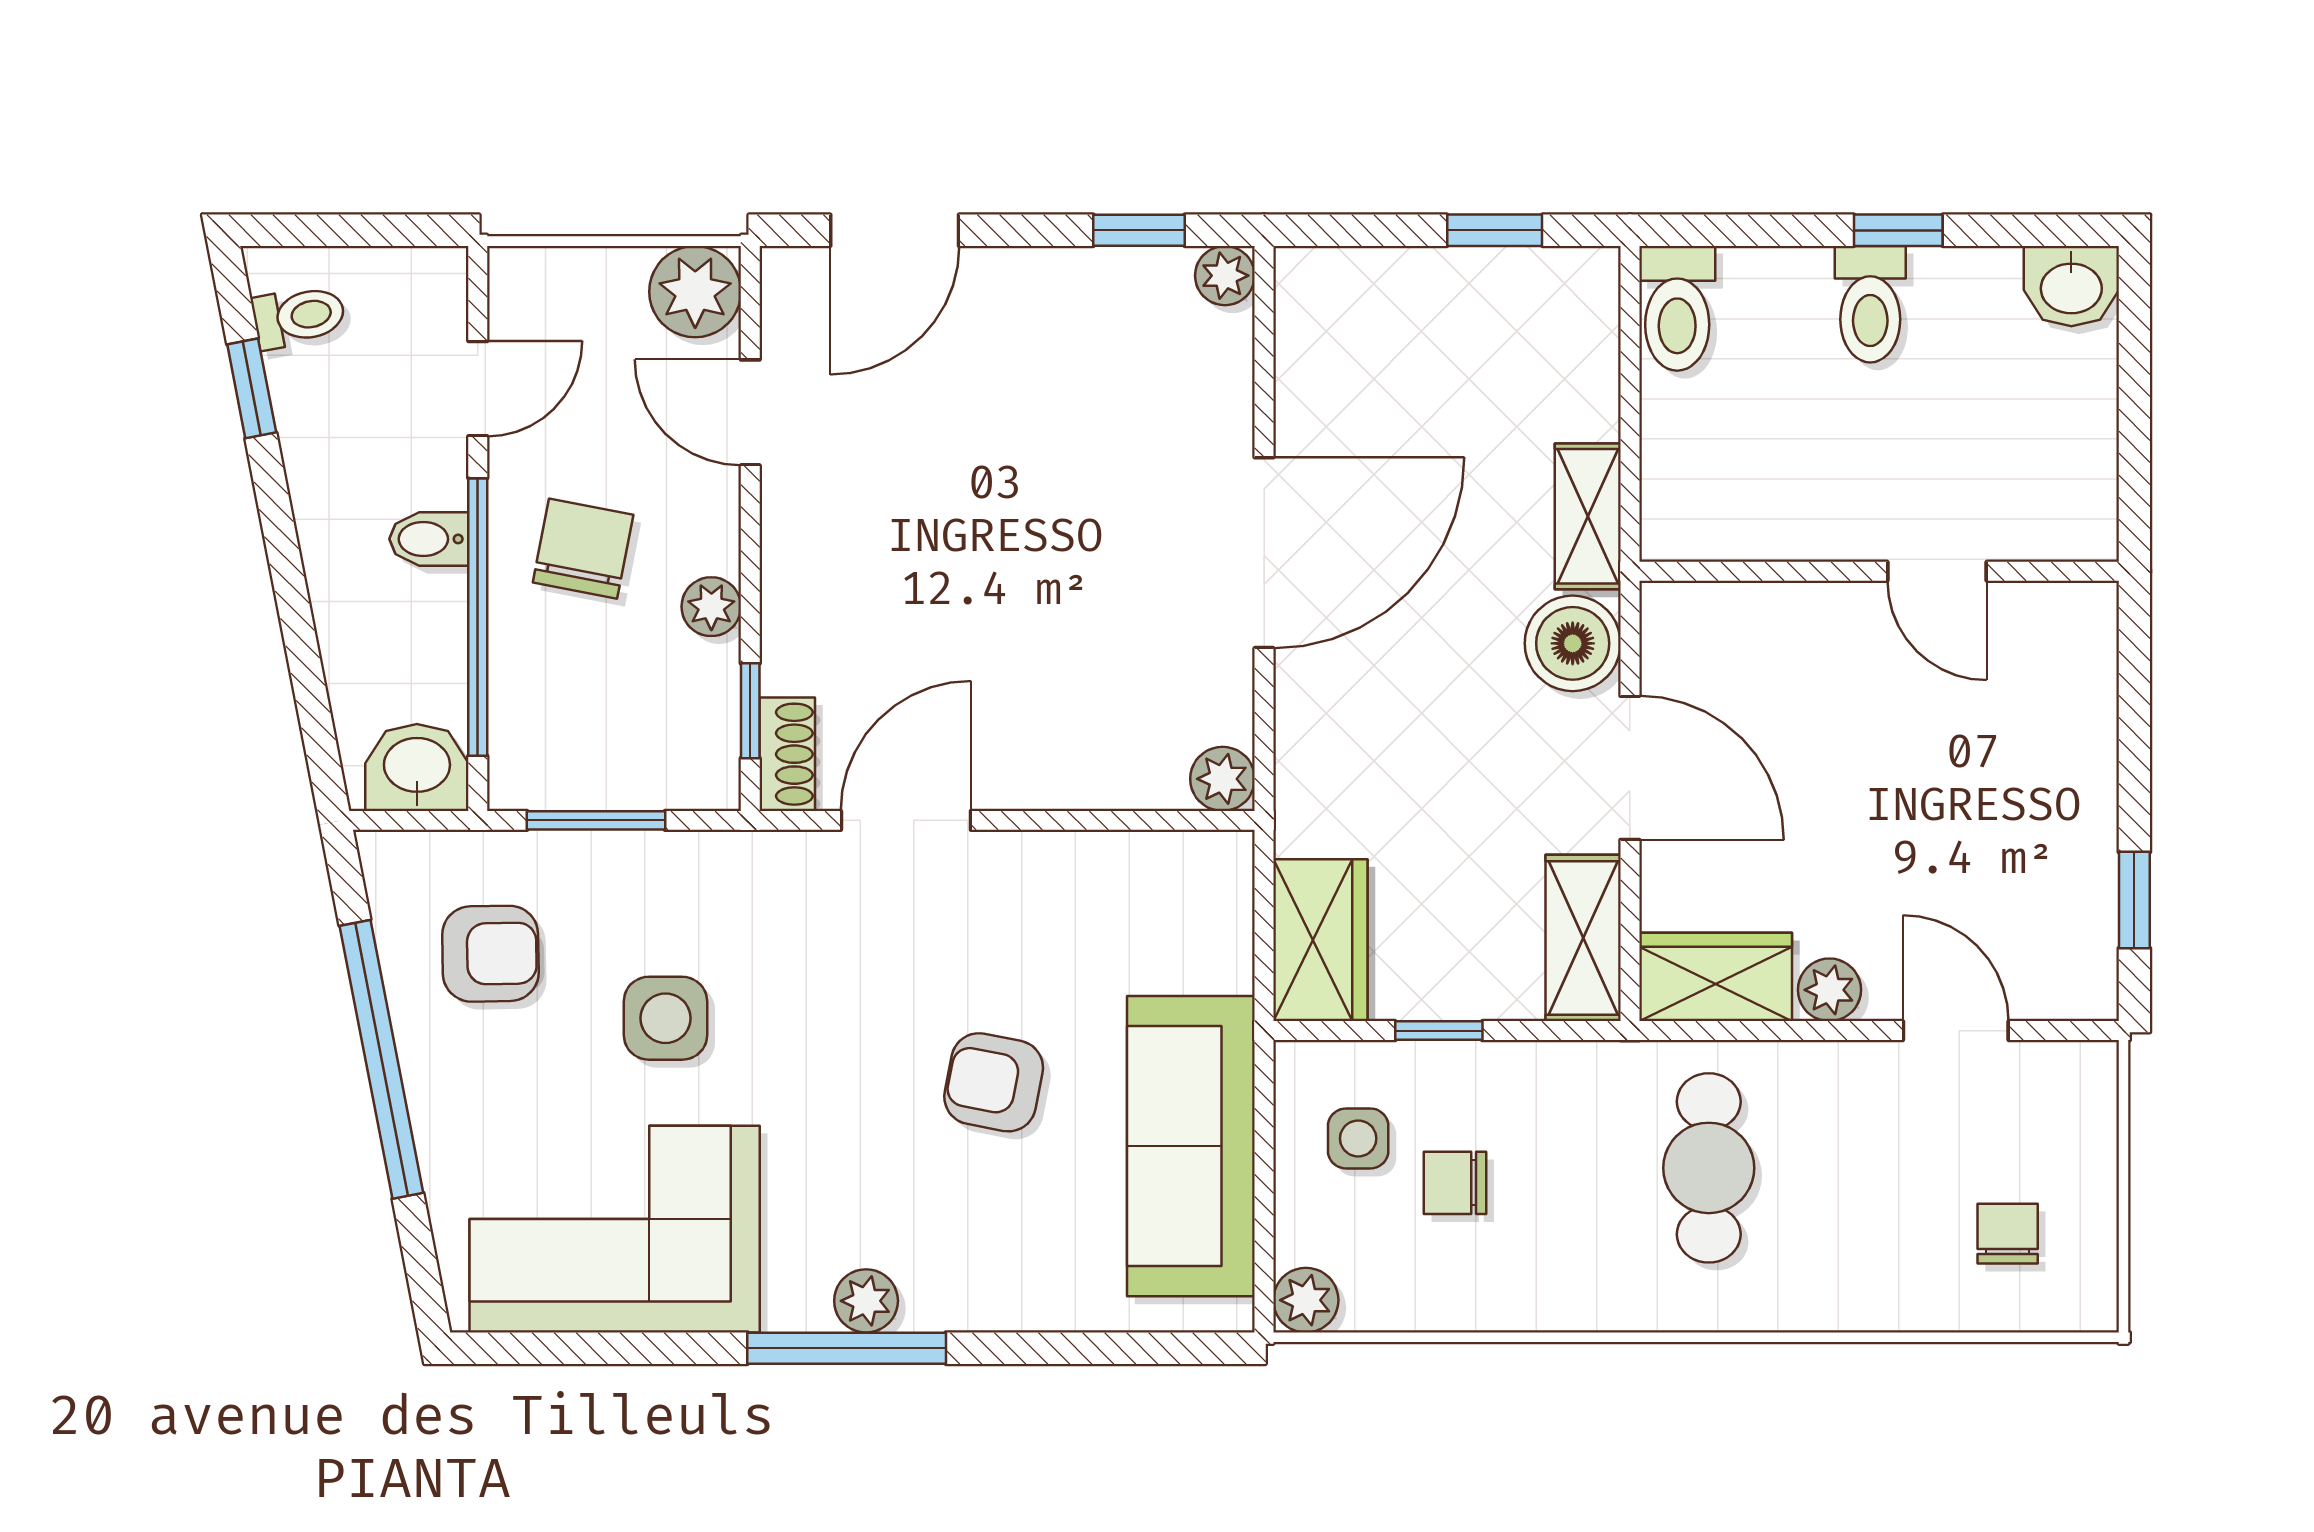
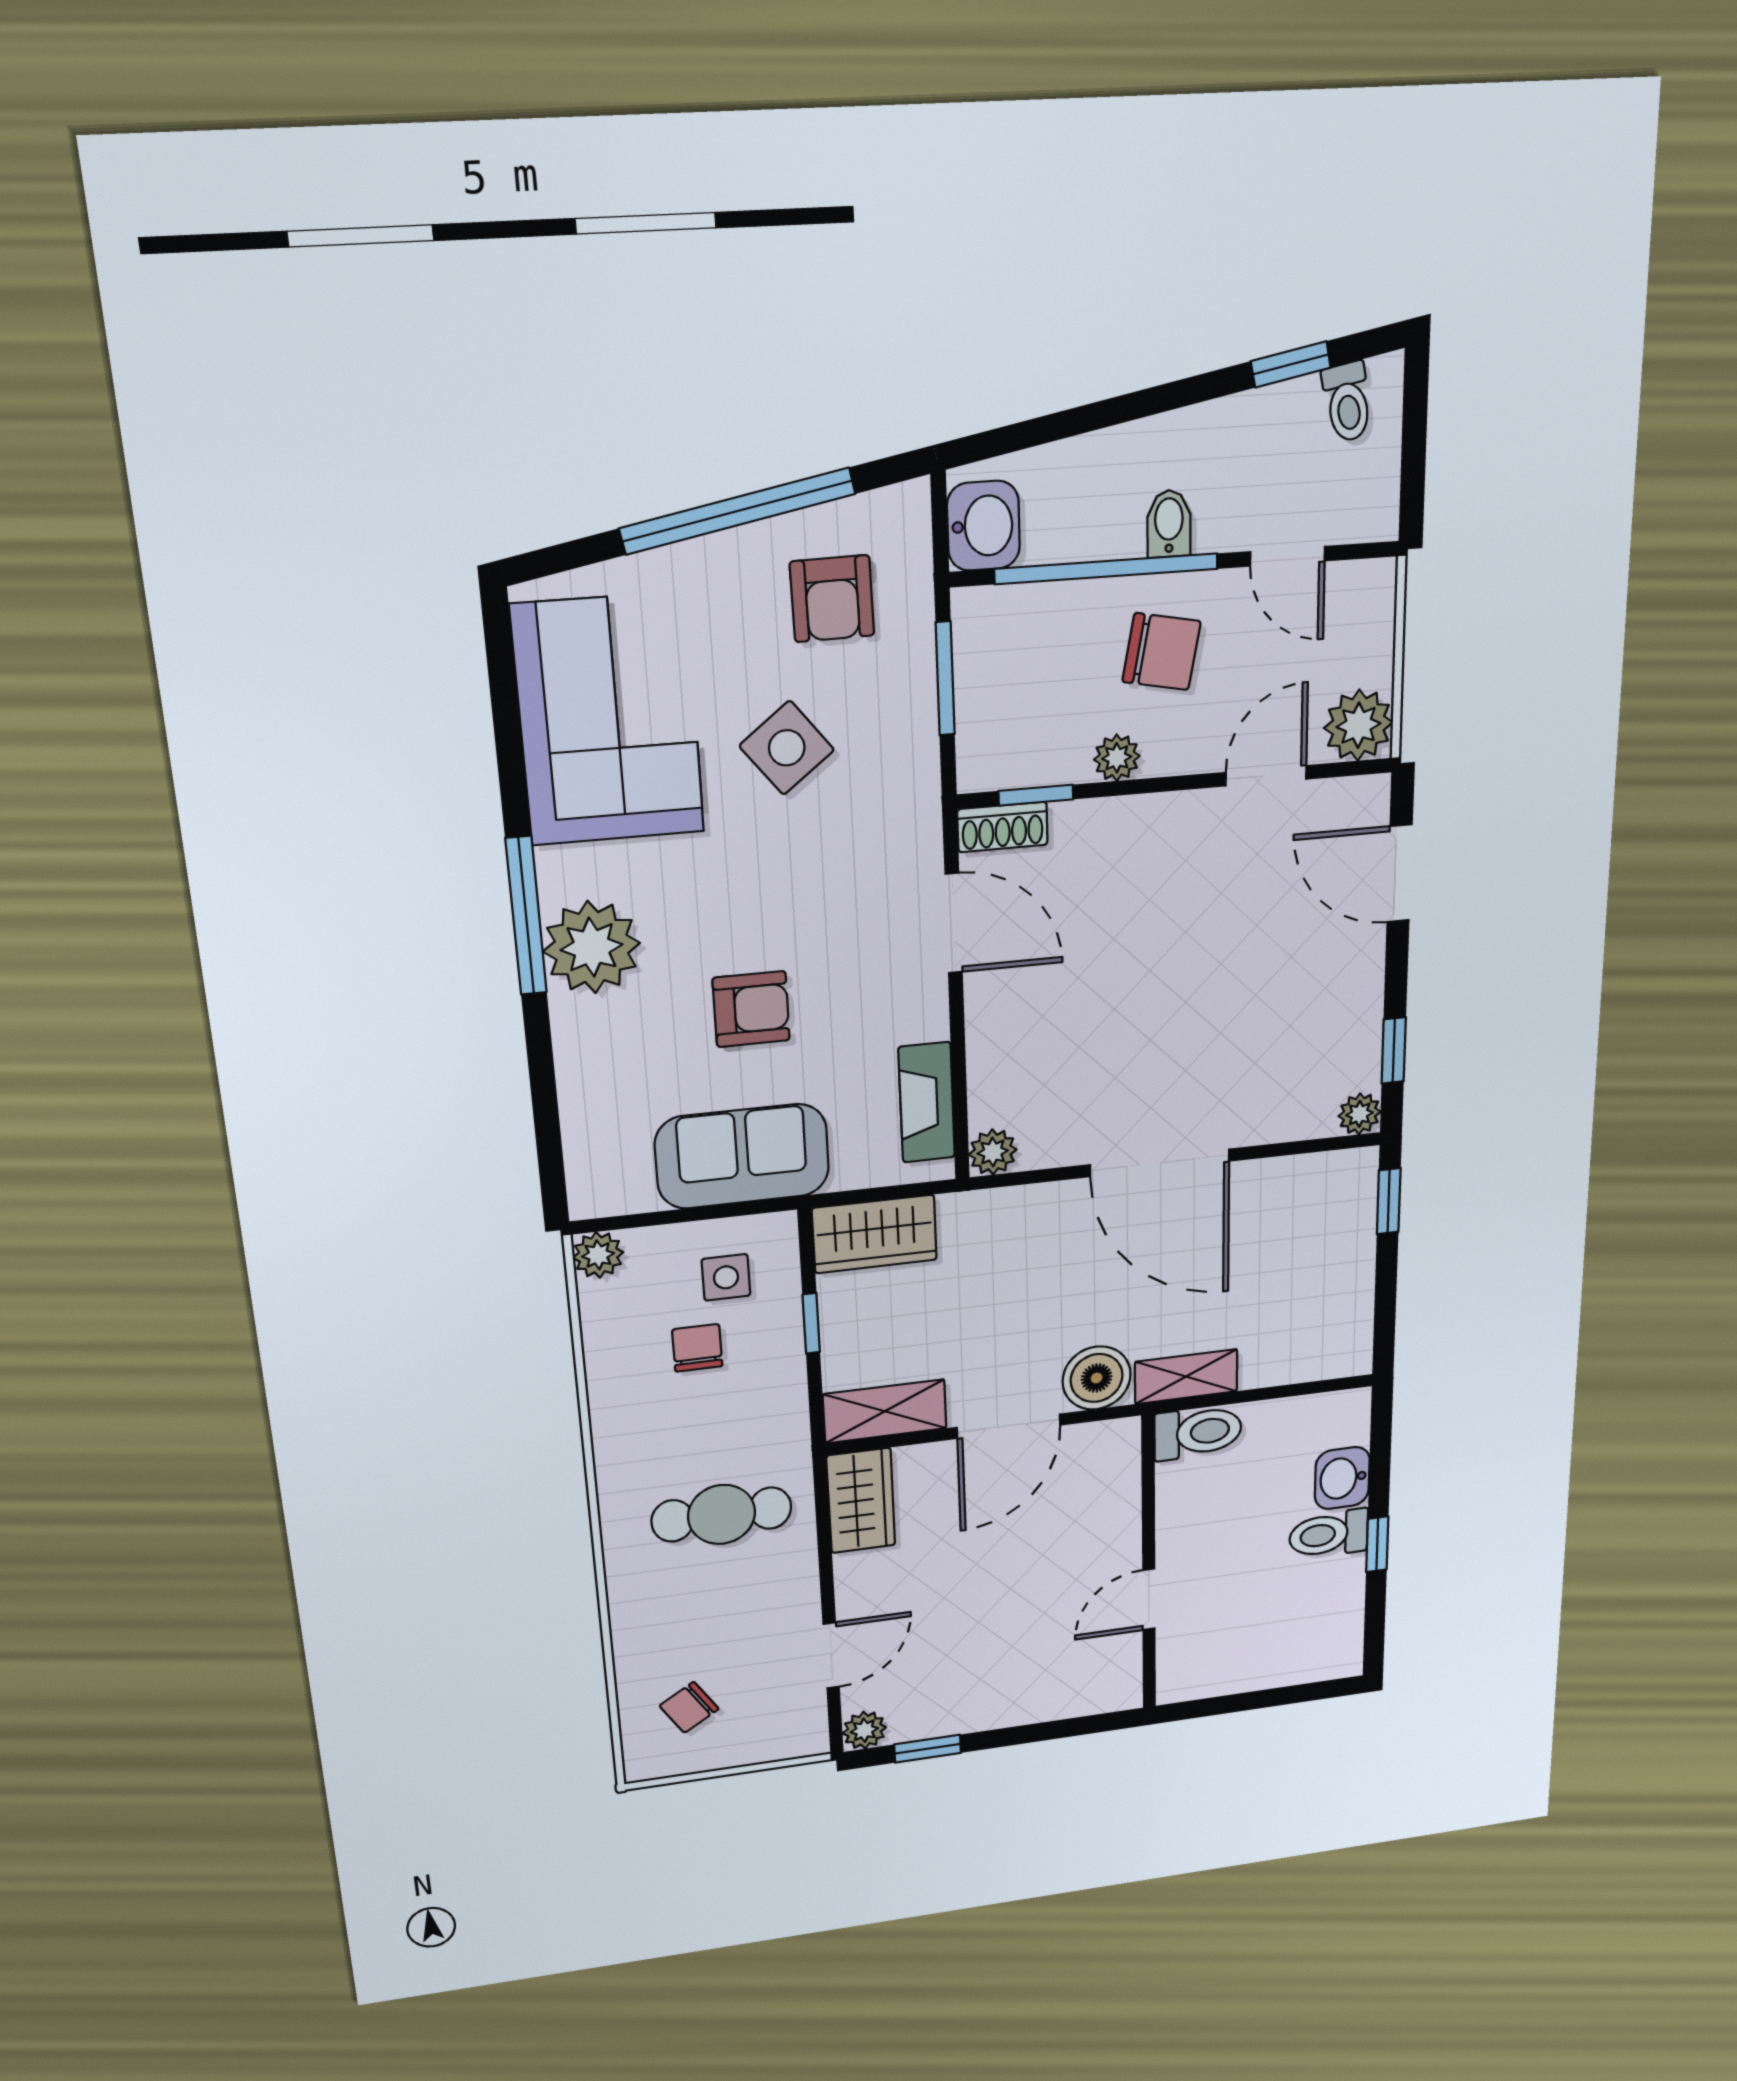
window: (1495, 230) -> (1389, 1201), moved
washbasin: (2071, 286) -> (1342, 1478), moved
toilet: (1677, 308) -> (1198, 1432), moved, turned 180
fireplace: (1143, 864) -> (927, 1102), added
plant: (1829, 990) -> (864, 1730), moved
side table: (665, 1018) -> (787, 748), turned -38
armchair: (994, 1082) -> (751, 1009), turned 79
sofa: (1191, 1146) -> (742, 1156), width x0.73
chair: (2008, 1234) -> (689, 1707), turned 148
plant: (866, 1301) -> (592, 947), width x1.87, depth x1.87

